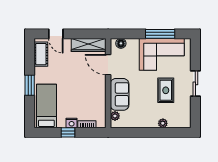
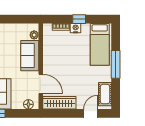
door: (56, 34) -> (91, 113), hinge flipped
window: (30, 85) -> (116, 64), width x1.44

